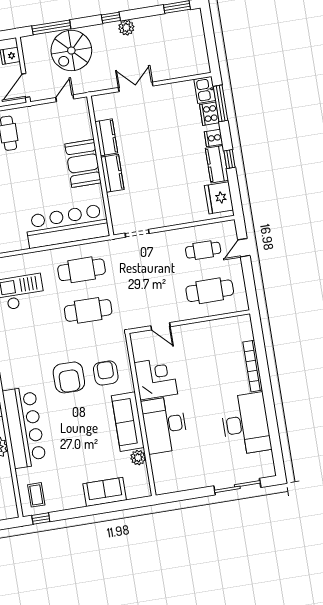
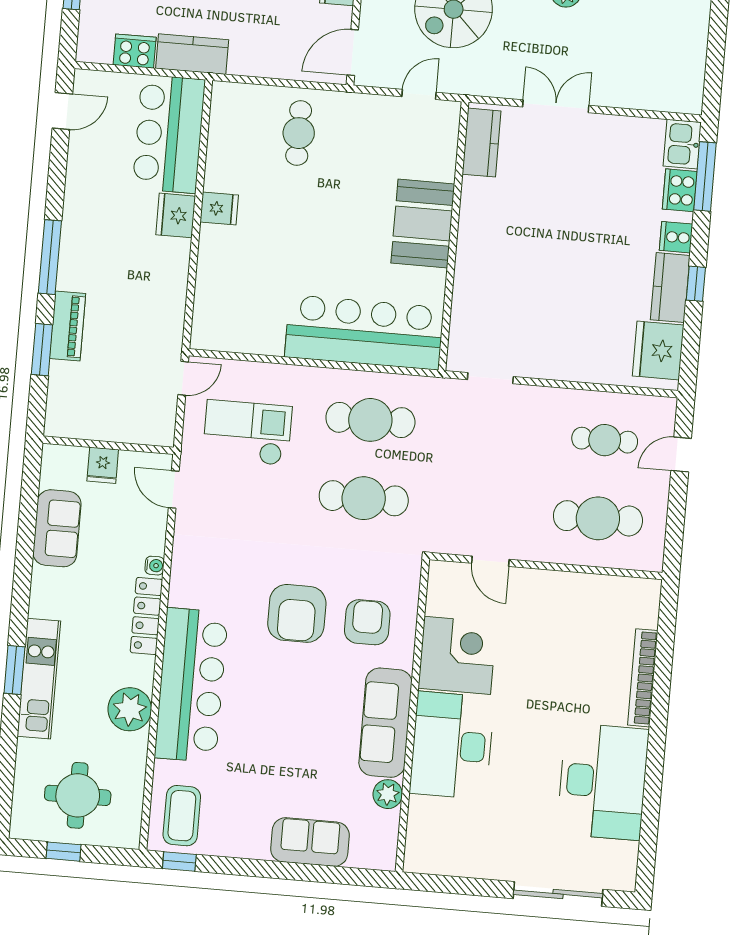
kitchen counter: (106, 137) -> (482, 143), moved
kitchen counter: (112, 173) -> (472, 256), removed
coffee table: (36, 495) -> (182, 816), width x1.36, depth x1.30

